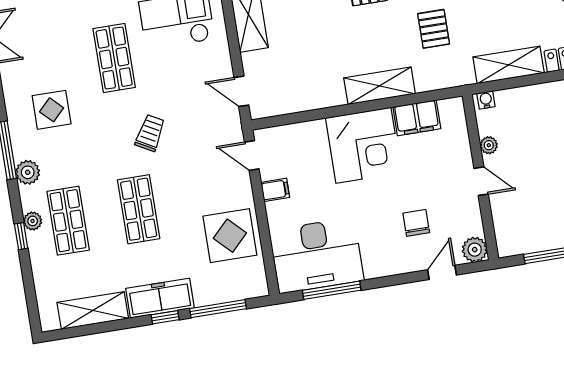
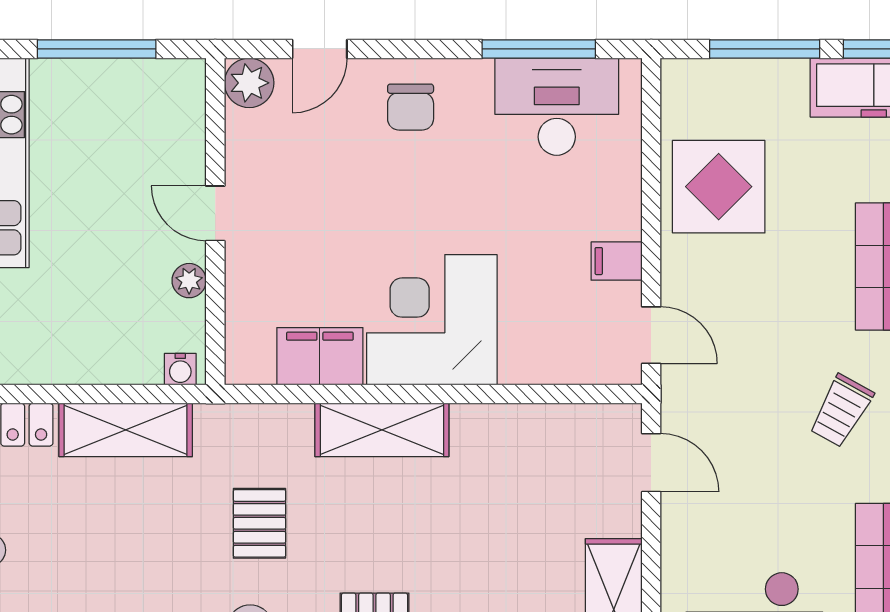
chair: (416, 223) -> (411, 107), moved
desk: (317, 255) -> (557, 107), width x0.73, depth x0.77

